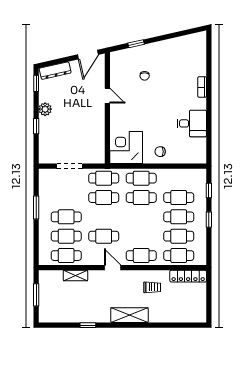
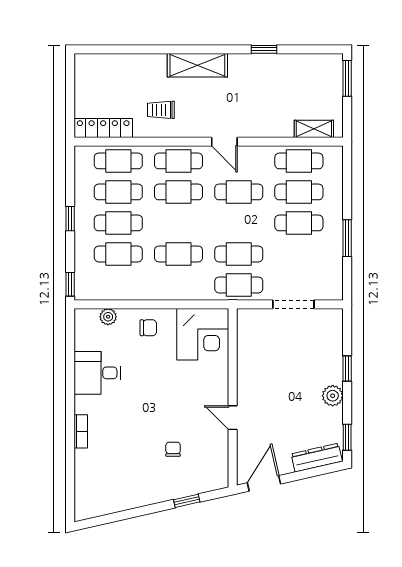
plant: (185, 158) -> (108, 317), added
cafe table: (141, 178) -> (179, 192), moved
window: (209, 190) -> (70, 284), moved
shelving: (75, 276) -> (314, 129), moved
window: (36, 295) -> (347, 78), moved

